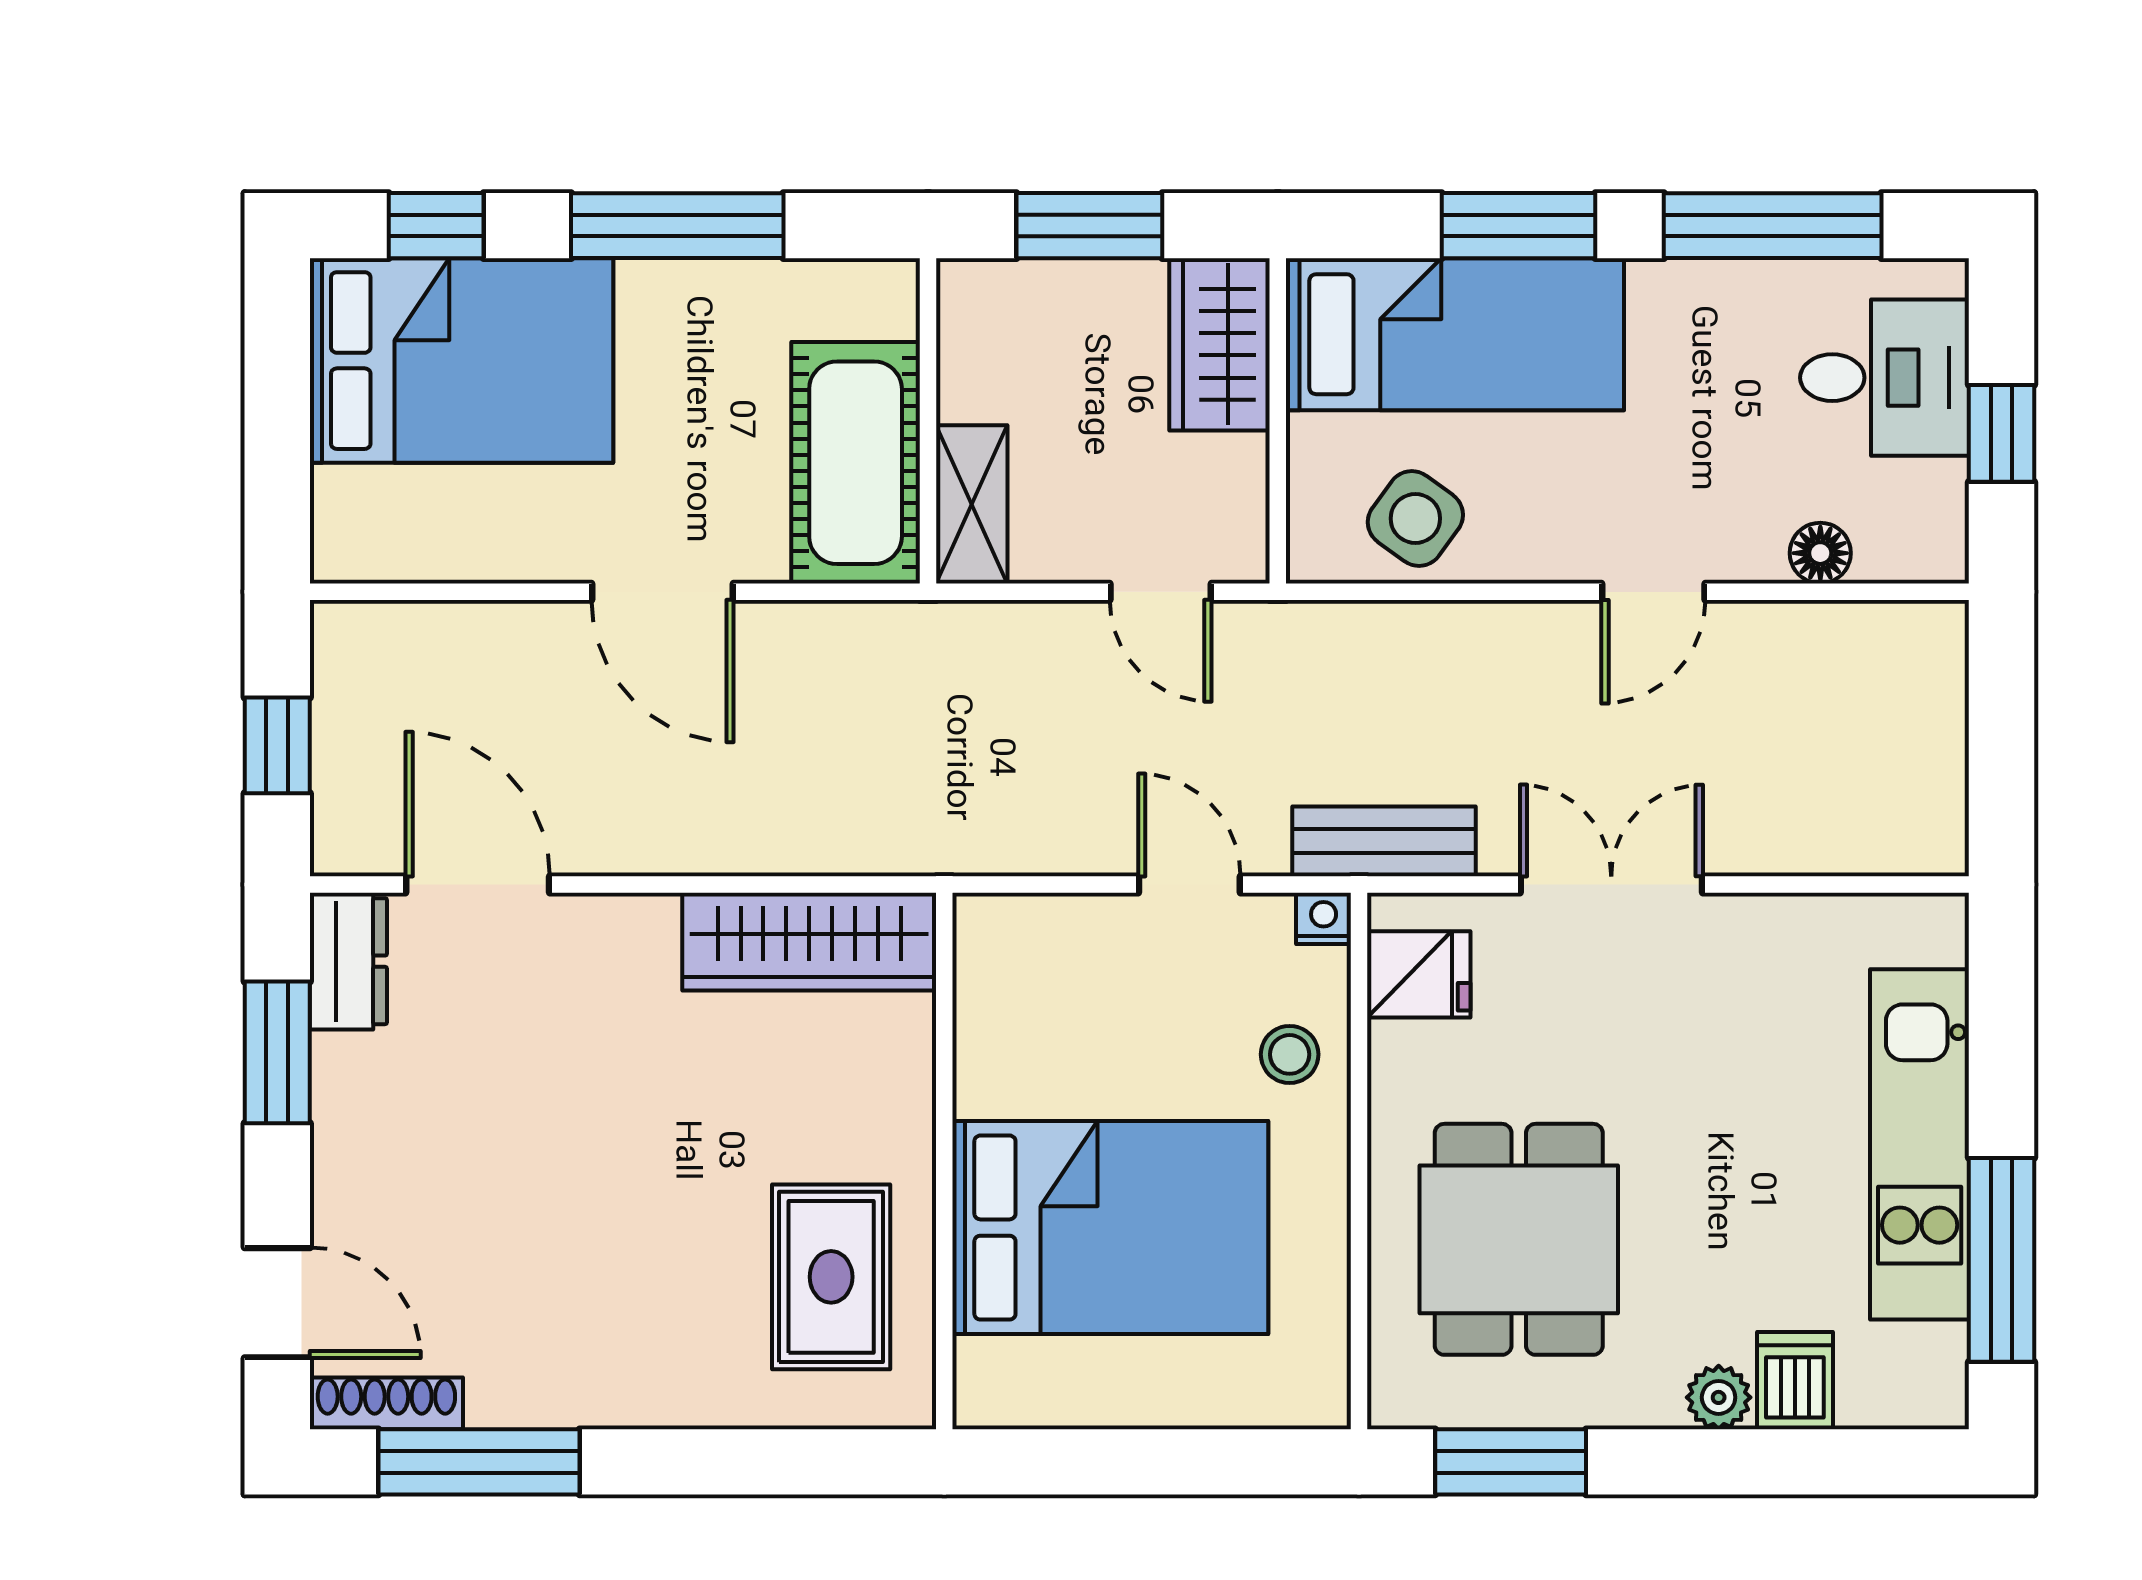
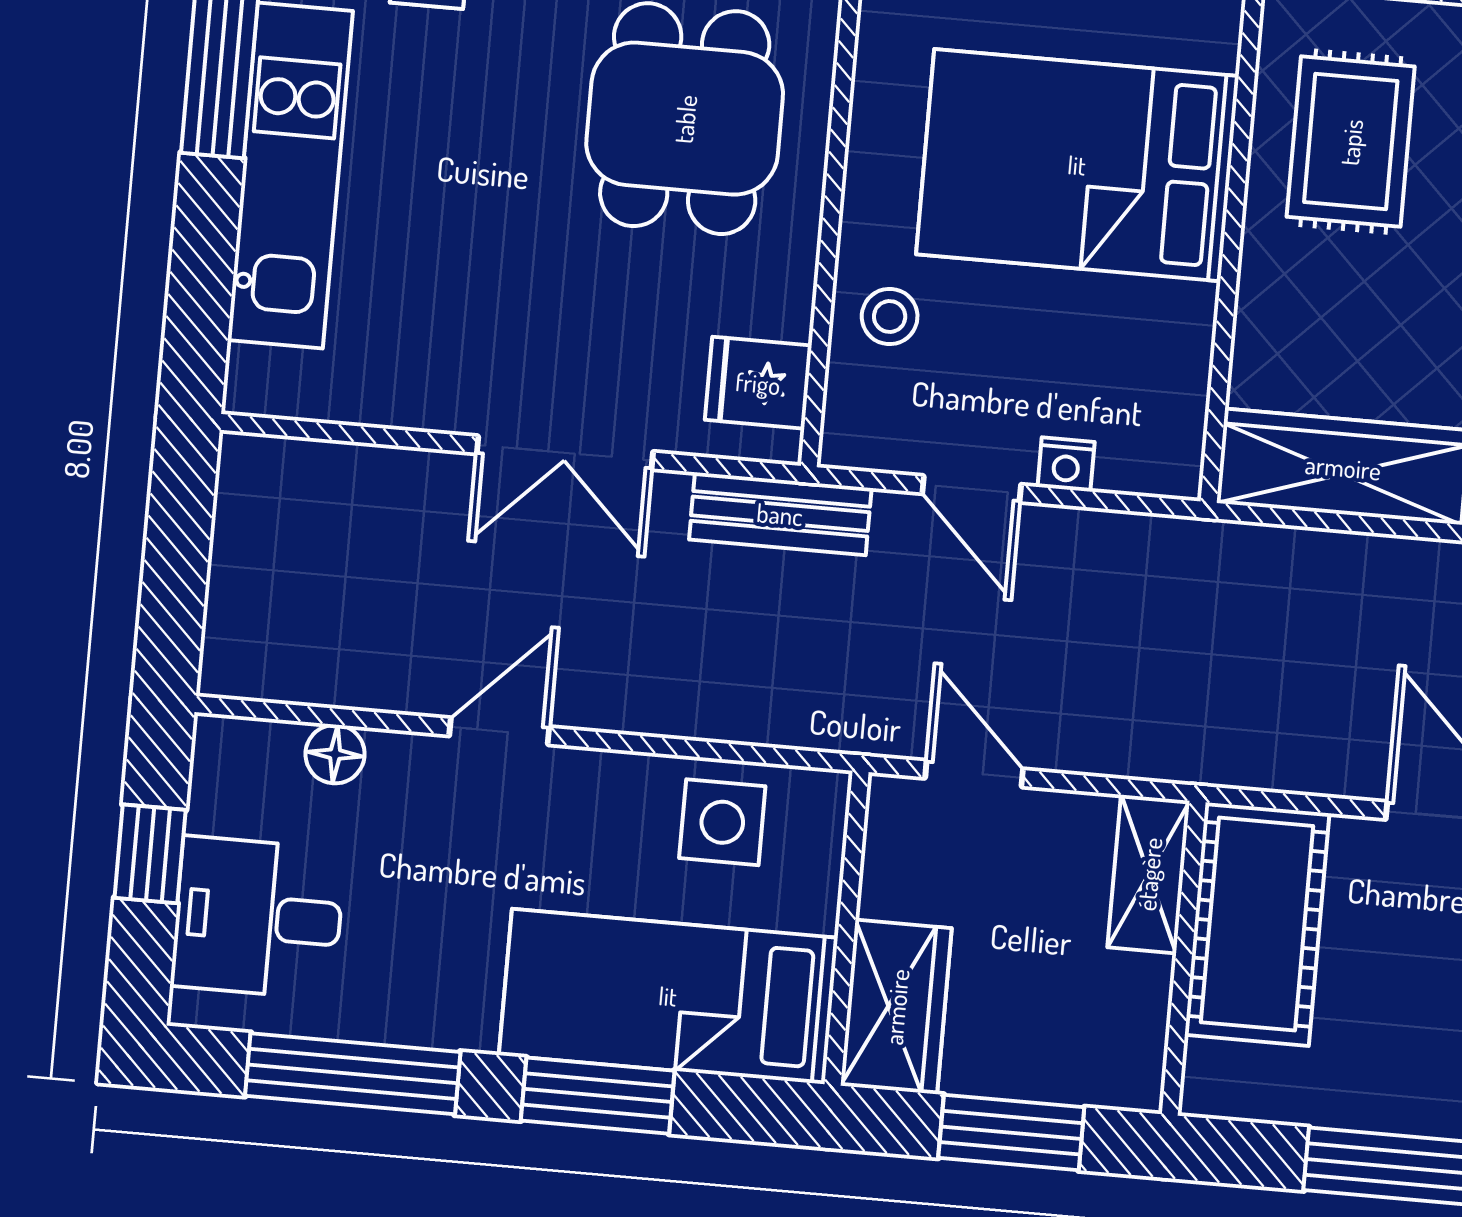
side table: (1415, 518) -> (722, 822), turned -36
nightstand: (1324, 918) -> (1066, 464), moved

